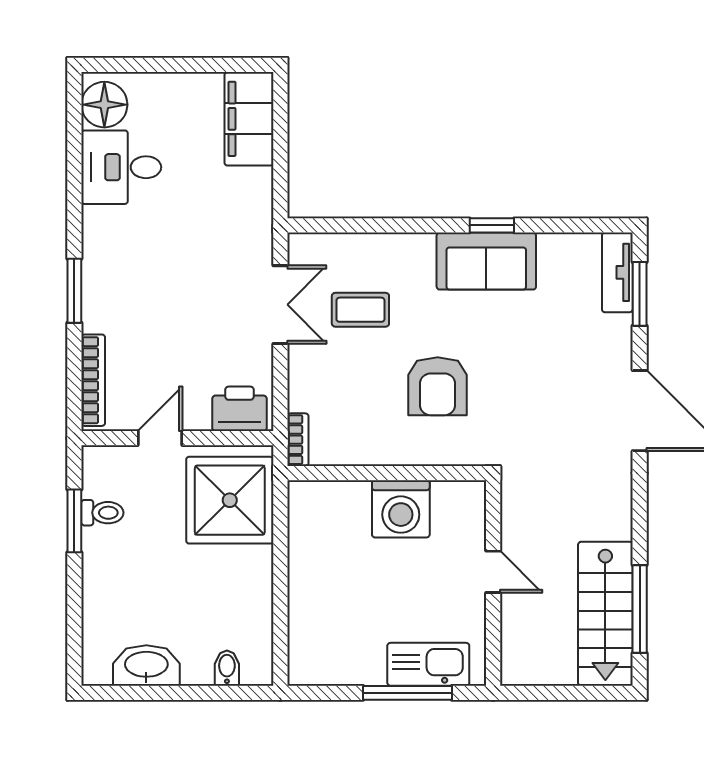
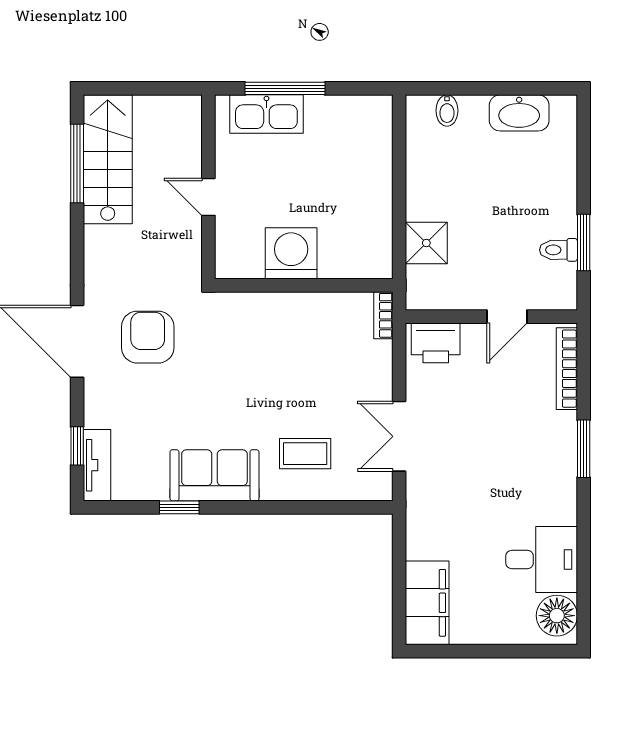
window: (492, 225) -> (179, 507), moved
window: (640, 294) -> (77, 446), width x0.67
coffee table: (360, 310) -> (305, 454), moved
armchair: (438, 386) -> (148, 337), moved
shower: (230, 500) -> (426, 243), width x0.54, depth x0.54

